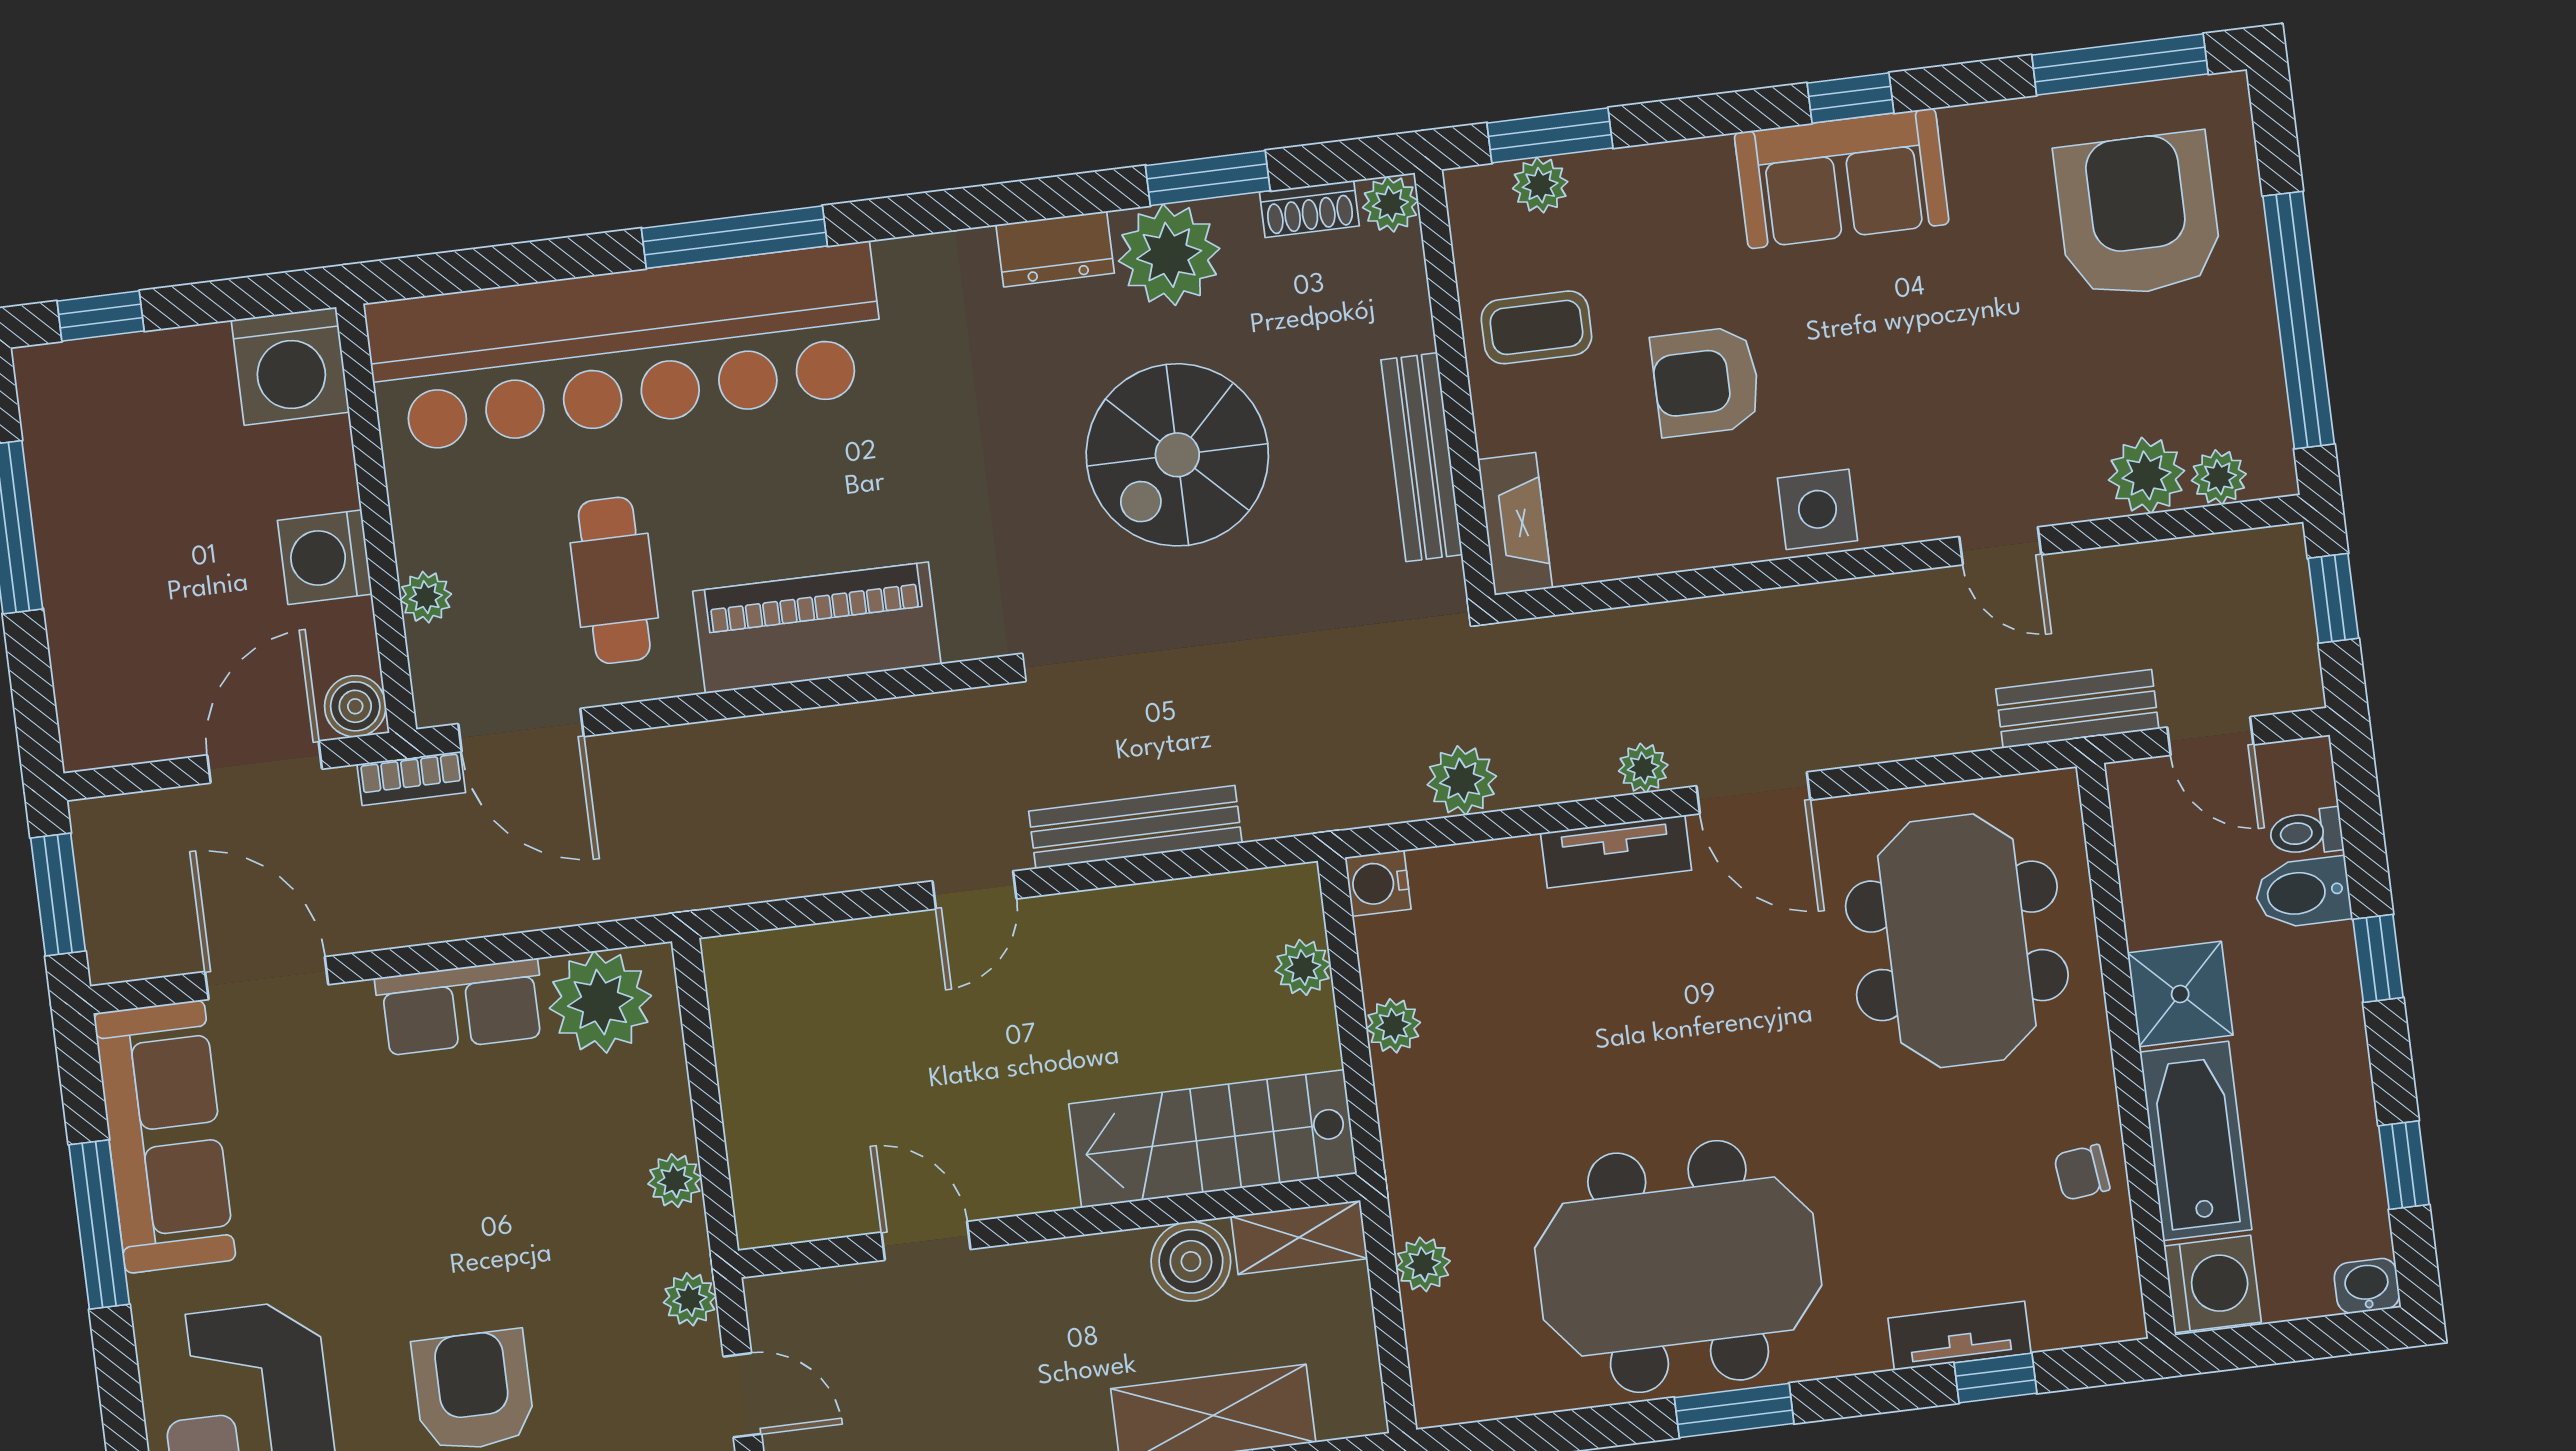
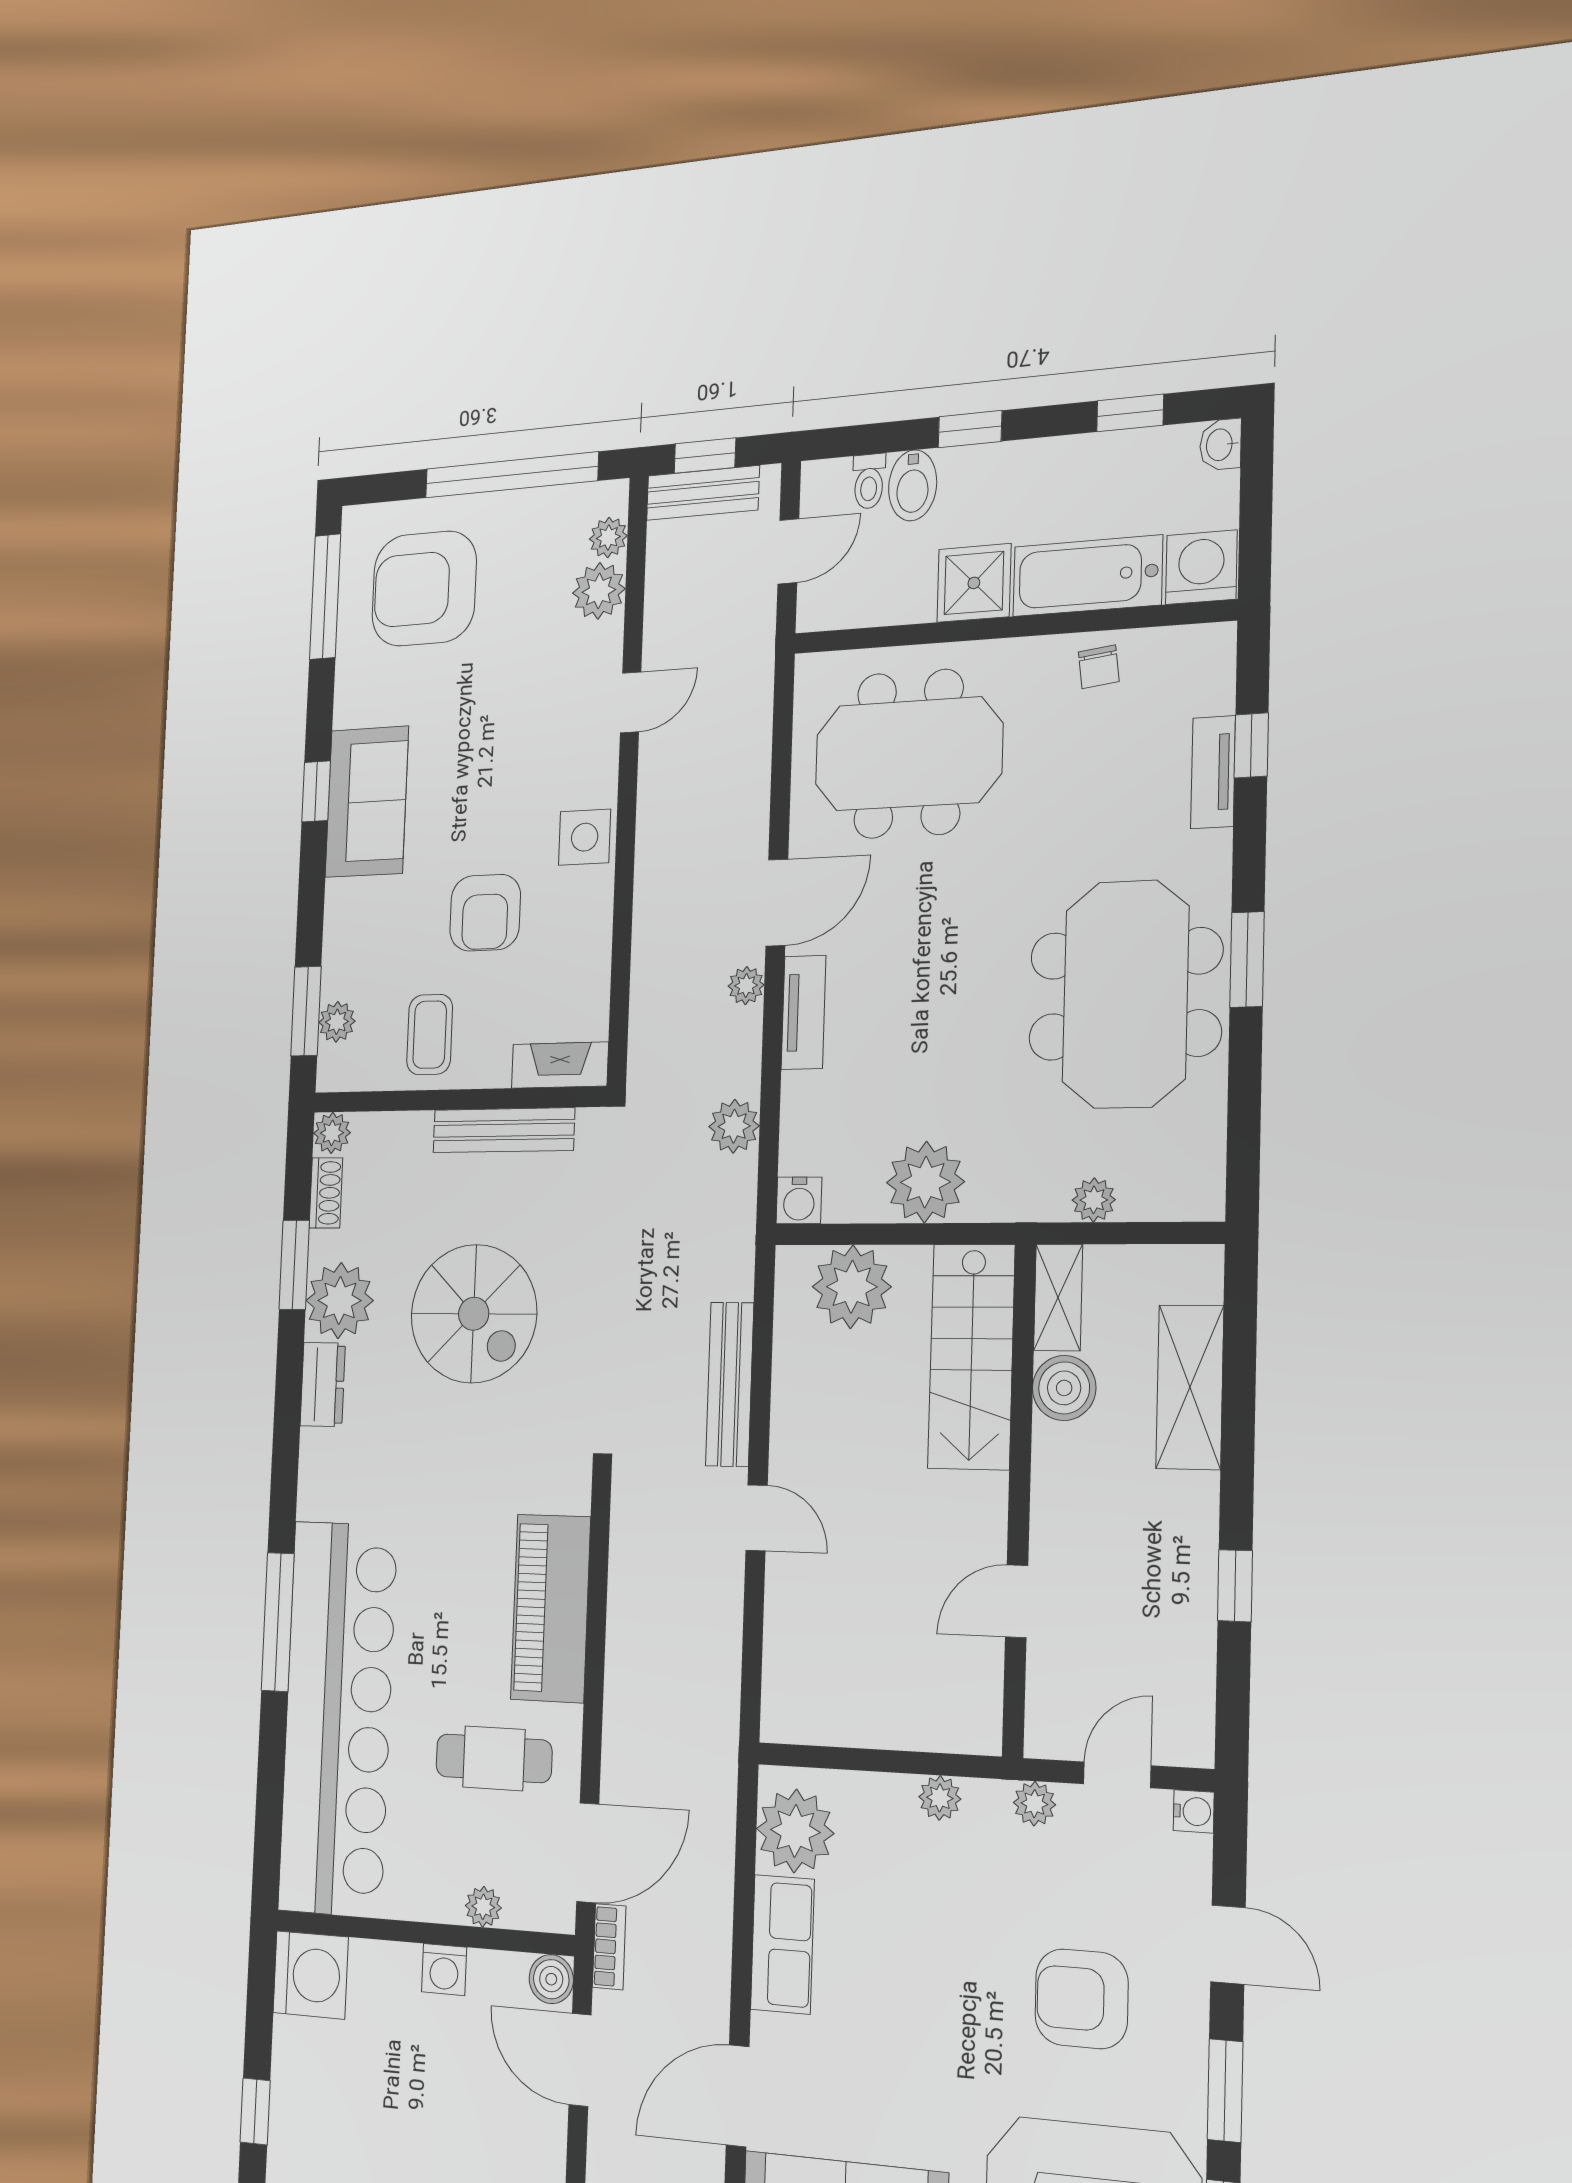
washing machine: (325, 557) -> (444, 1970), width x0.73, depth x0.73
bench: (2077, 709) -> (703, 493), moved, turned 90
plant: (1303, 967) -> (852, 1287), width x1.87, depth x1.87
plant: (1393, 1026) -> (925, 1182), width x1.88, depth x1.88

